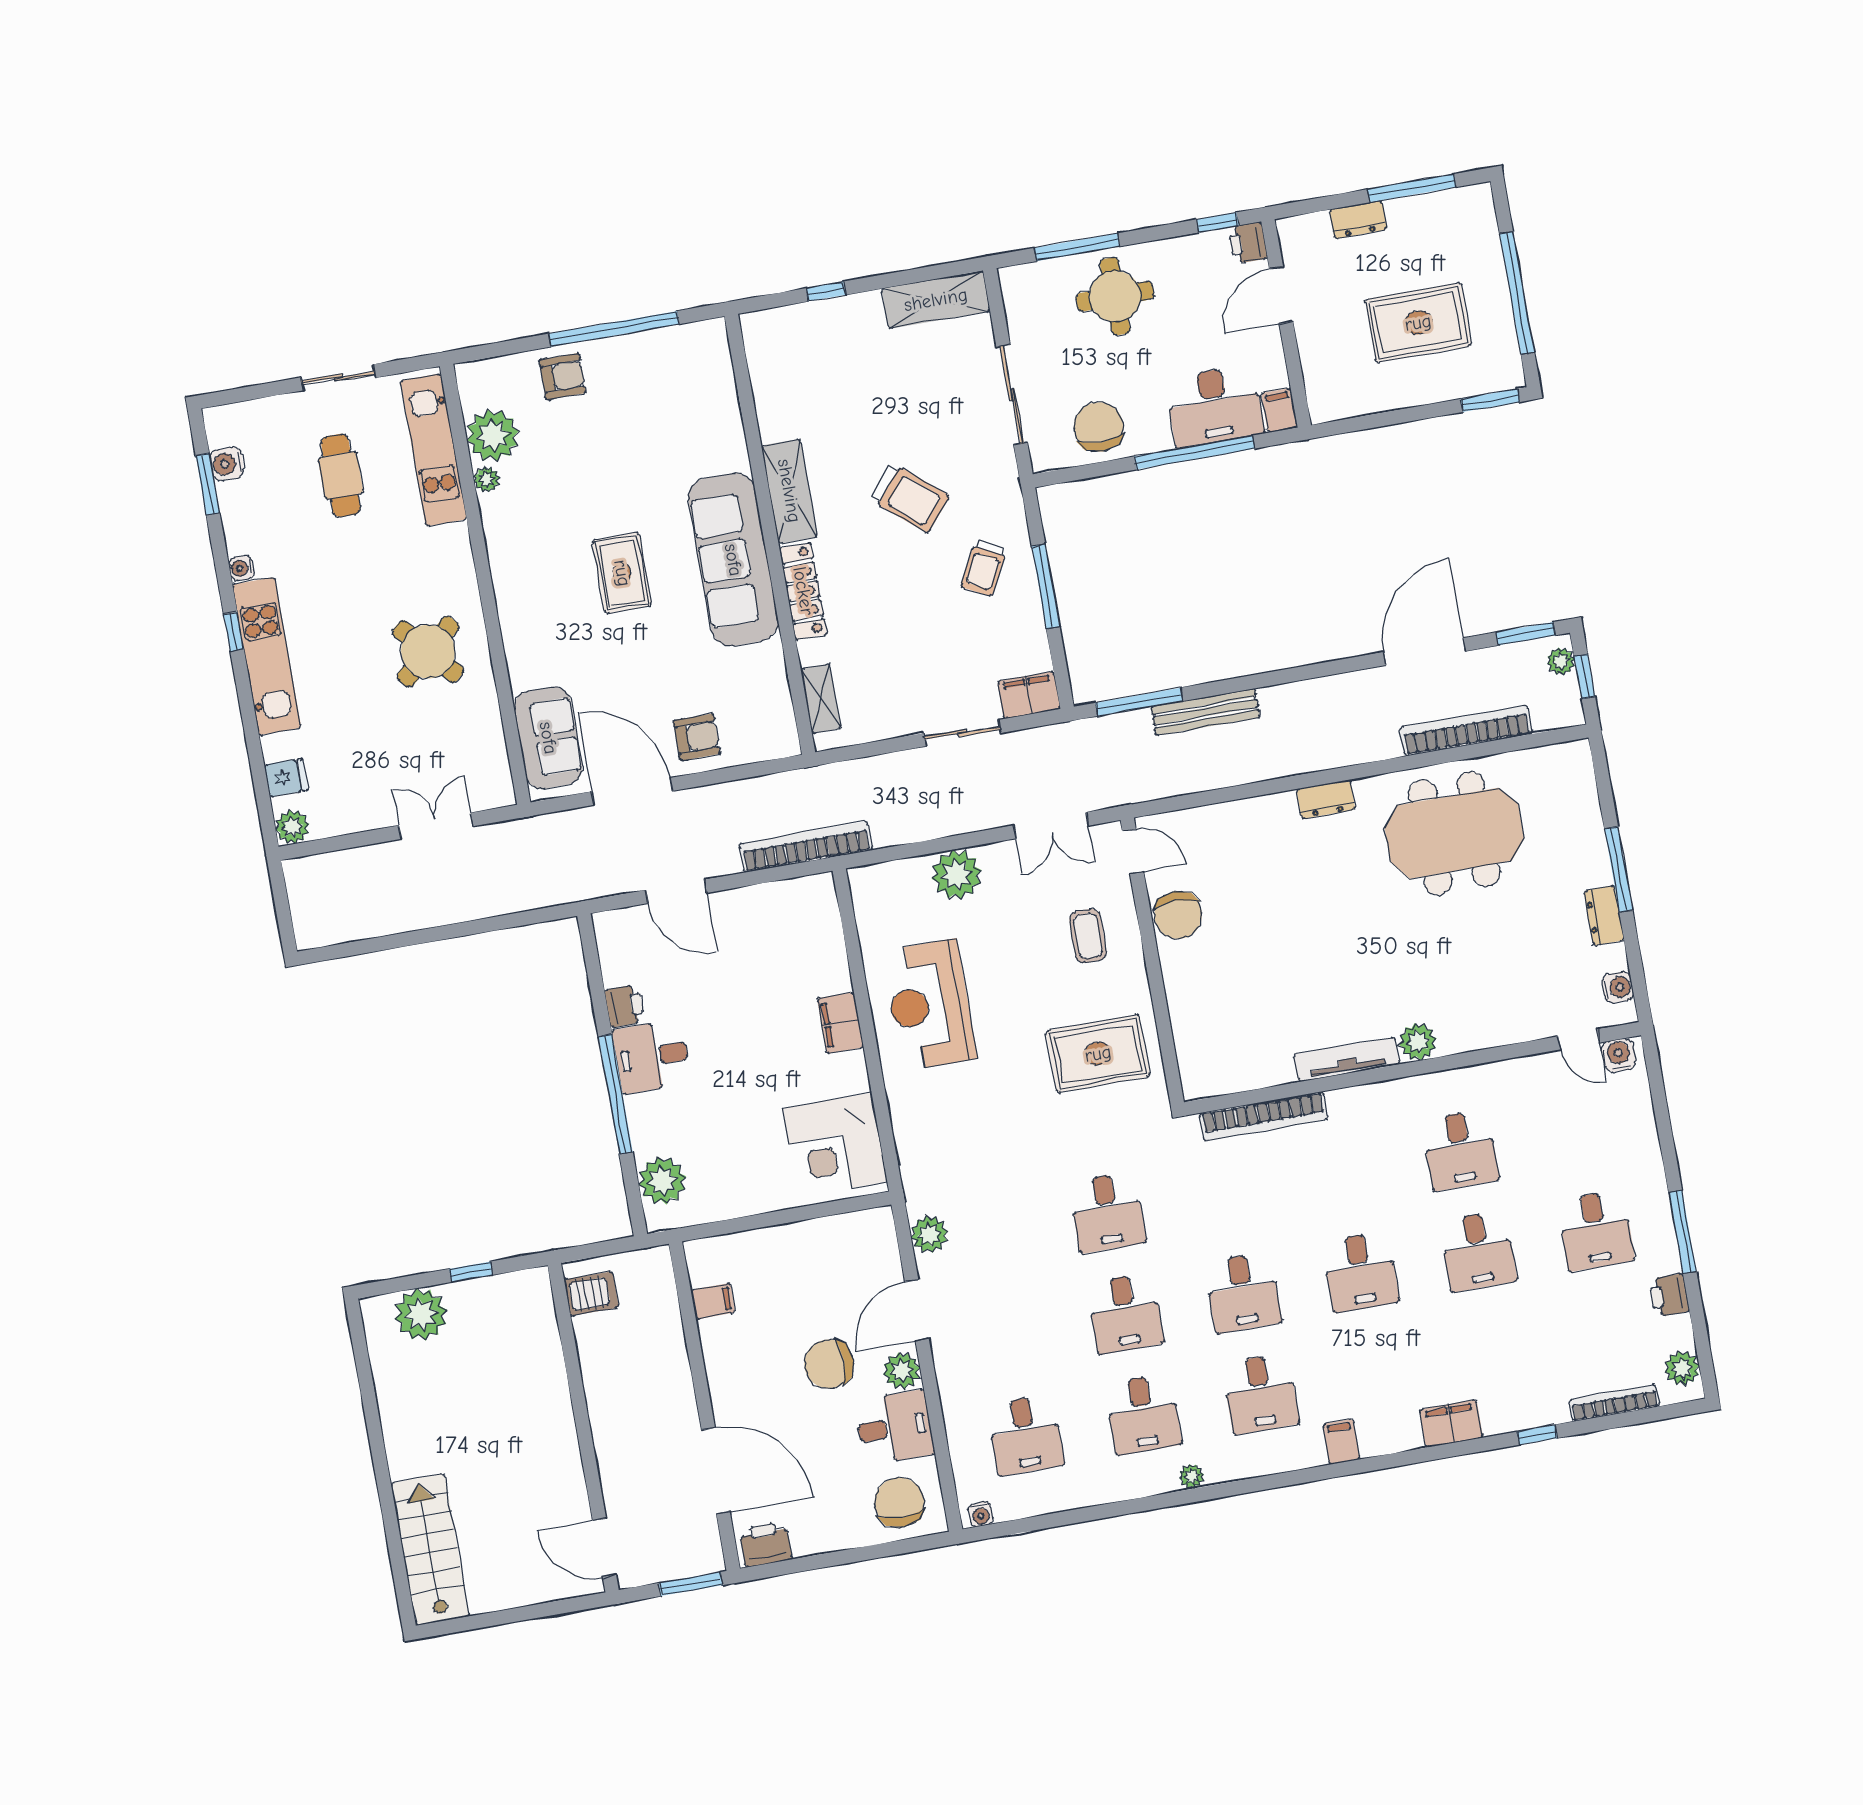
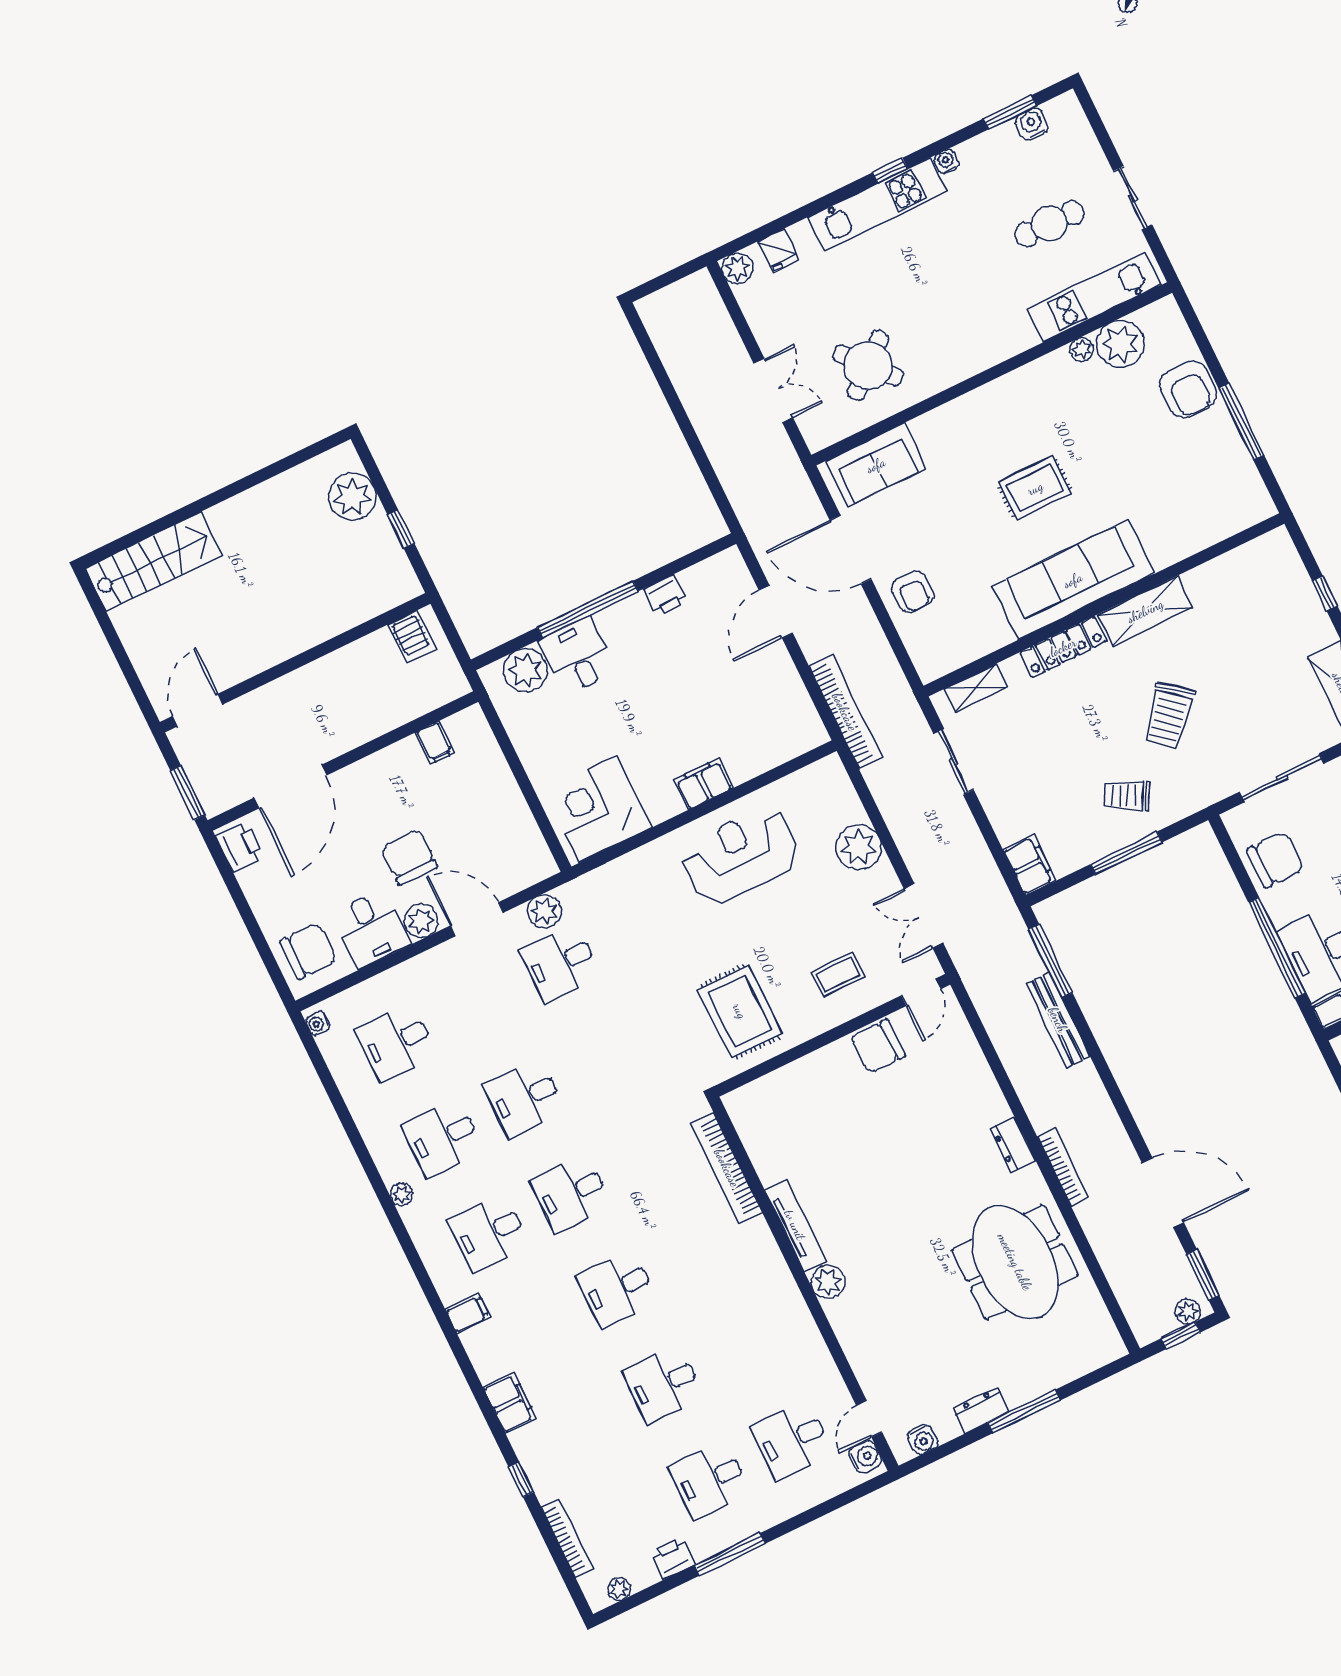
window: (614, 329) -> (1241, 422), width x0.68
armchair: (563, 376) -> (1188, 389), width x1.38, depth x1.38
round table: (428, 652) -> (868, 365), moved
bookcase: (1466, 731) -> (1063, 1167), moved, width x0.68, depth x0.76
sliding door: (962, 733) -> (954, 762), moved
door: (632, 791) -> (851, 550), swing flipped
desk: (652, 1057) -> (577, 656), moved
desk: (1460, 1150) -> (792, 1440), moved
desk: (1107, 1212) -> (560, 963), moved
plant: (1682, 1368) -> (619, 1589), width x0.73, depth x0.73

